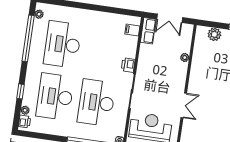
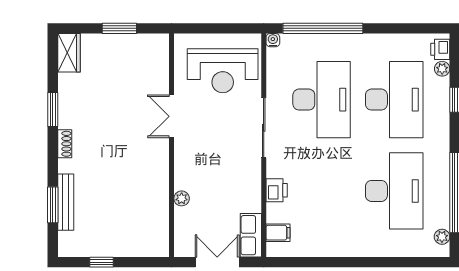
plant: (214, 34) -> (136, 245), removed
printer: (128, 65) -> (277, 190), moved

